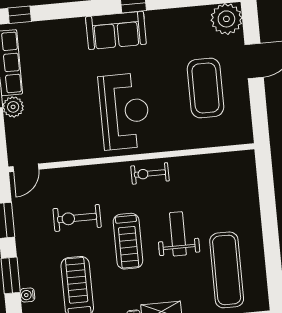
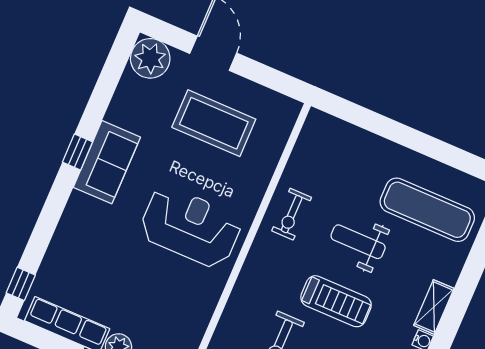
sofa: (116, 30) -> (107, 162), moved
exercise bike: (150, 173) -> (292, 214), moved

